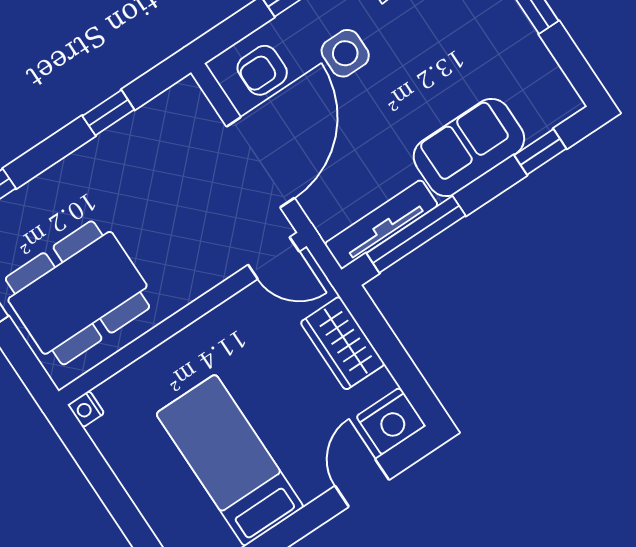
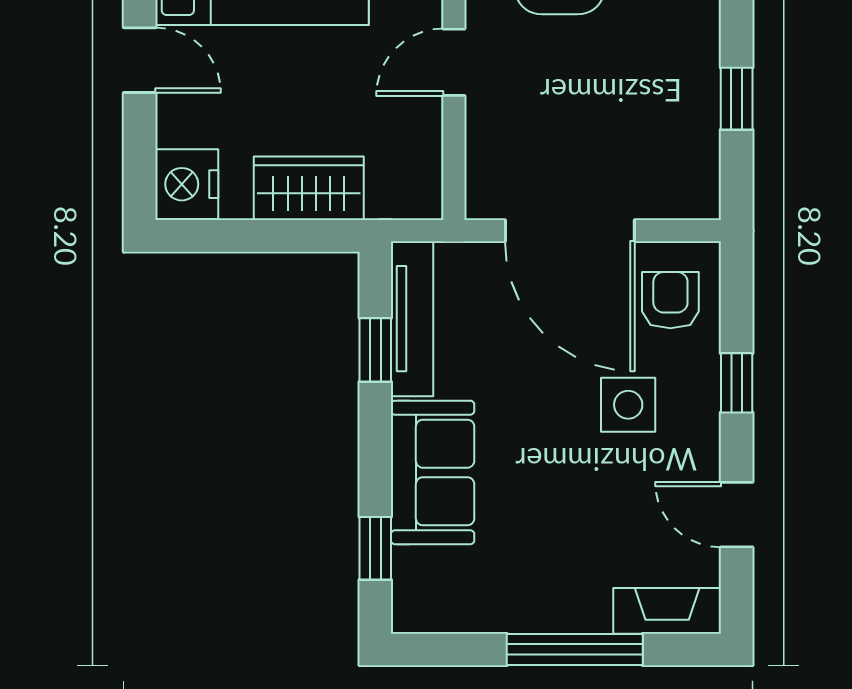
window: (416, 234) -> (375, 350), width x0.46
door: (274, 258) -> (454, 62), moved
door: (362, 483) -> (140, 60), moved

